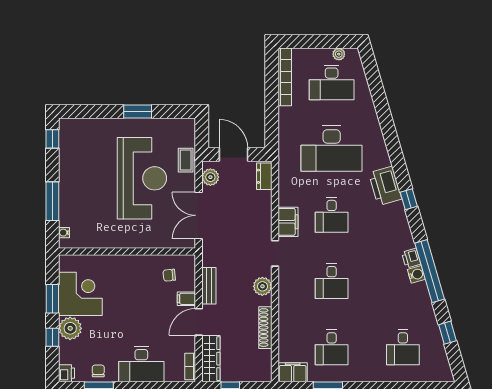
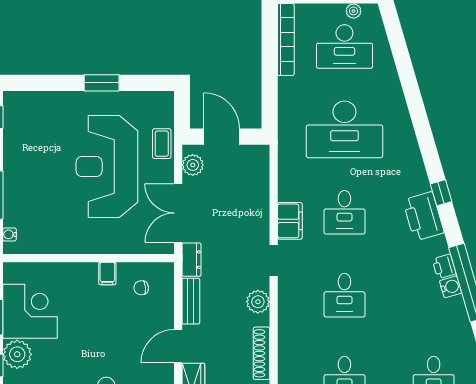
dresser: (264, 176) -> (191, 260), moved, turned 180
reception desk: (142, 178) -> (107, 166), turned 180
printer: (385, 186) -> (423, 216), moved
filing cabinet: (186, 299) -> (107, 273), moved, turned -90

